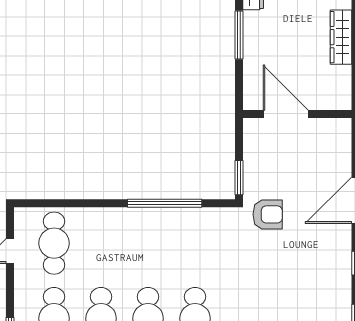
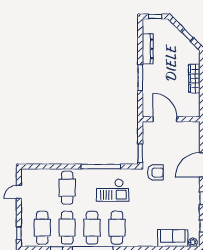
cafe table: (54, 243) -> (67, 188), moved
checkout: (187, 248) -> (113, 190), added

